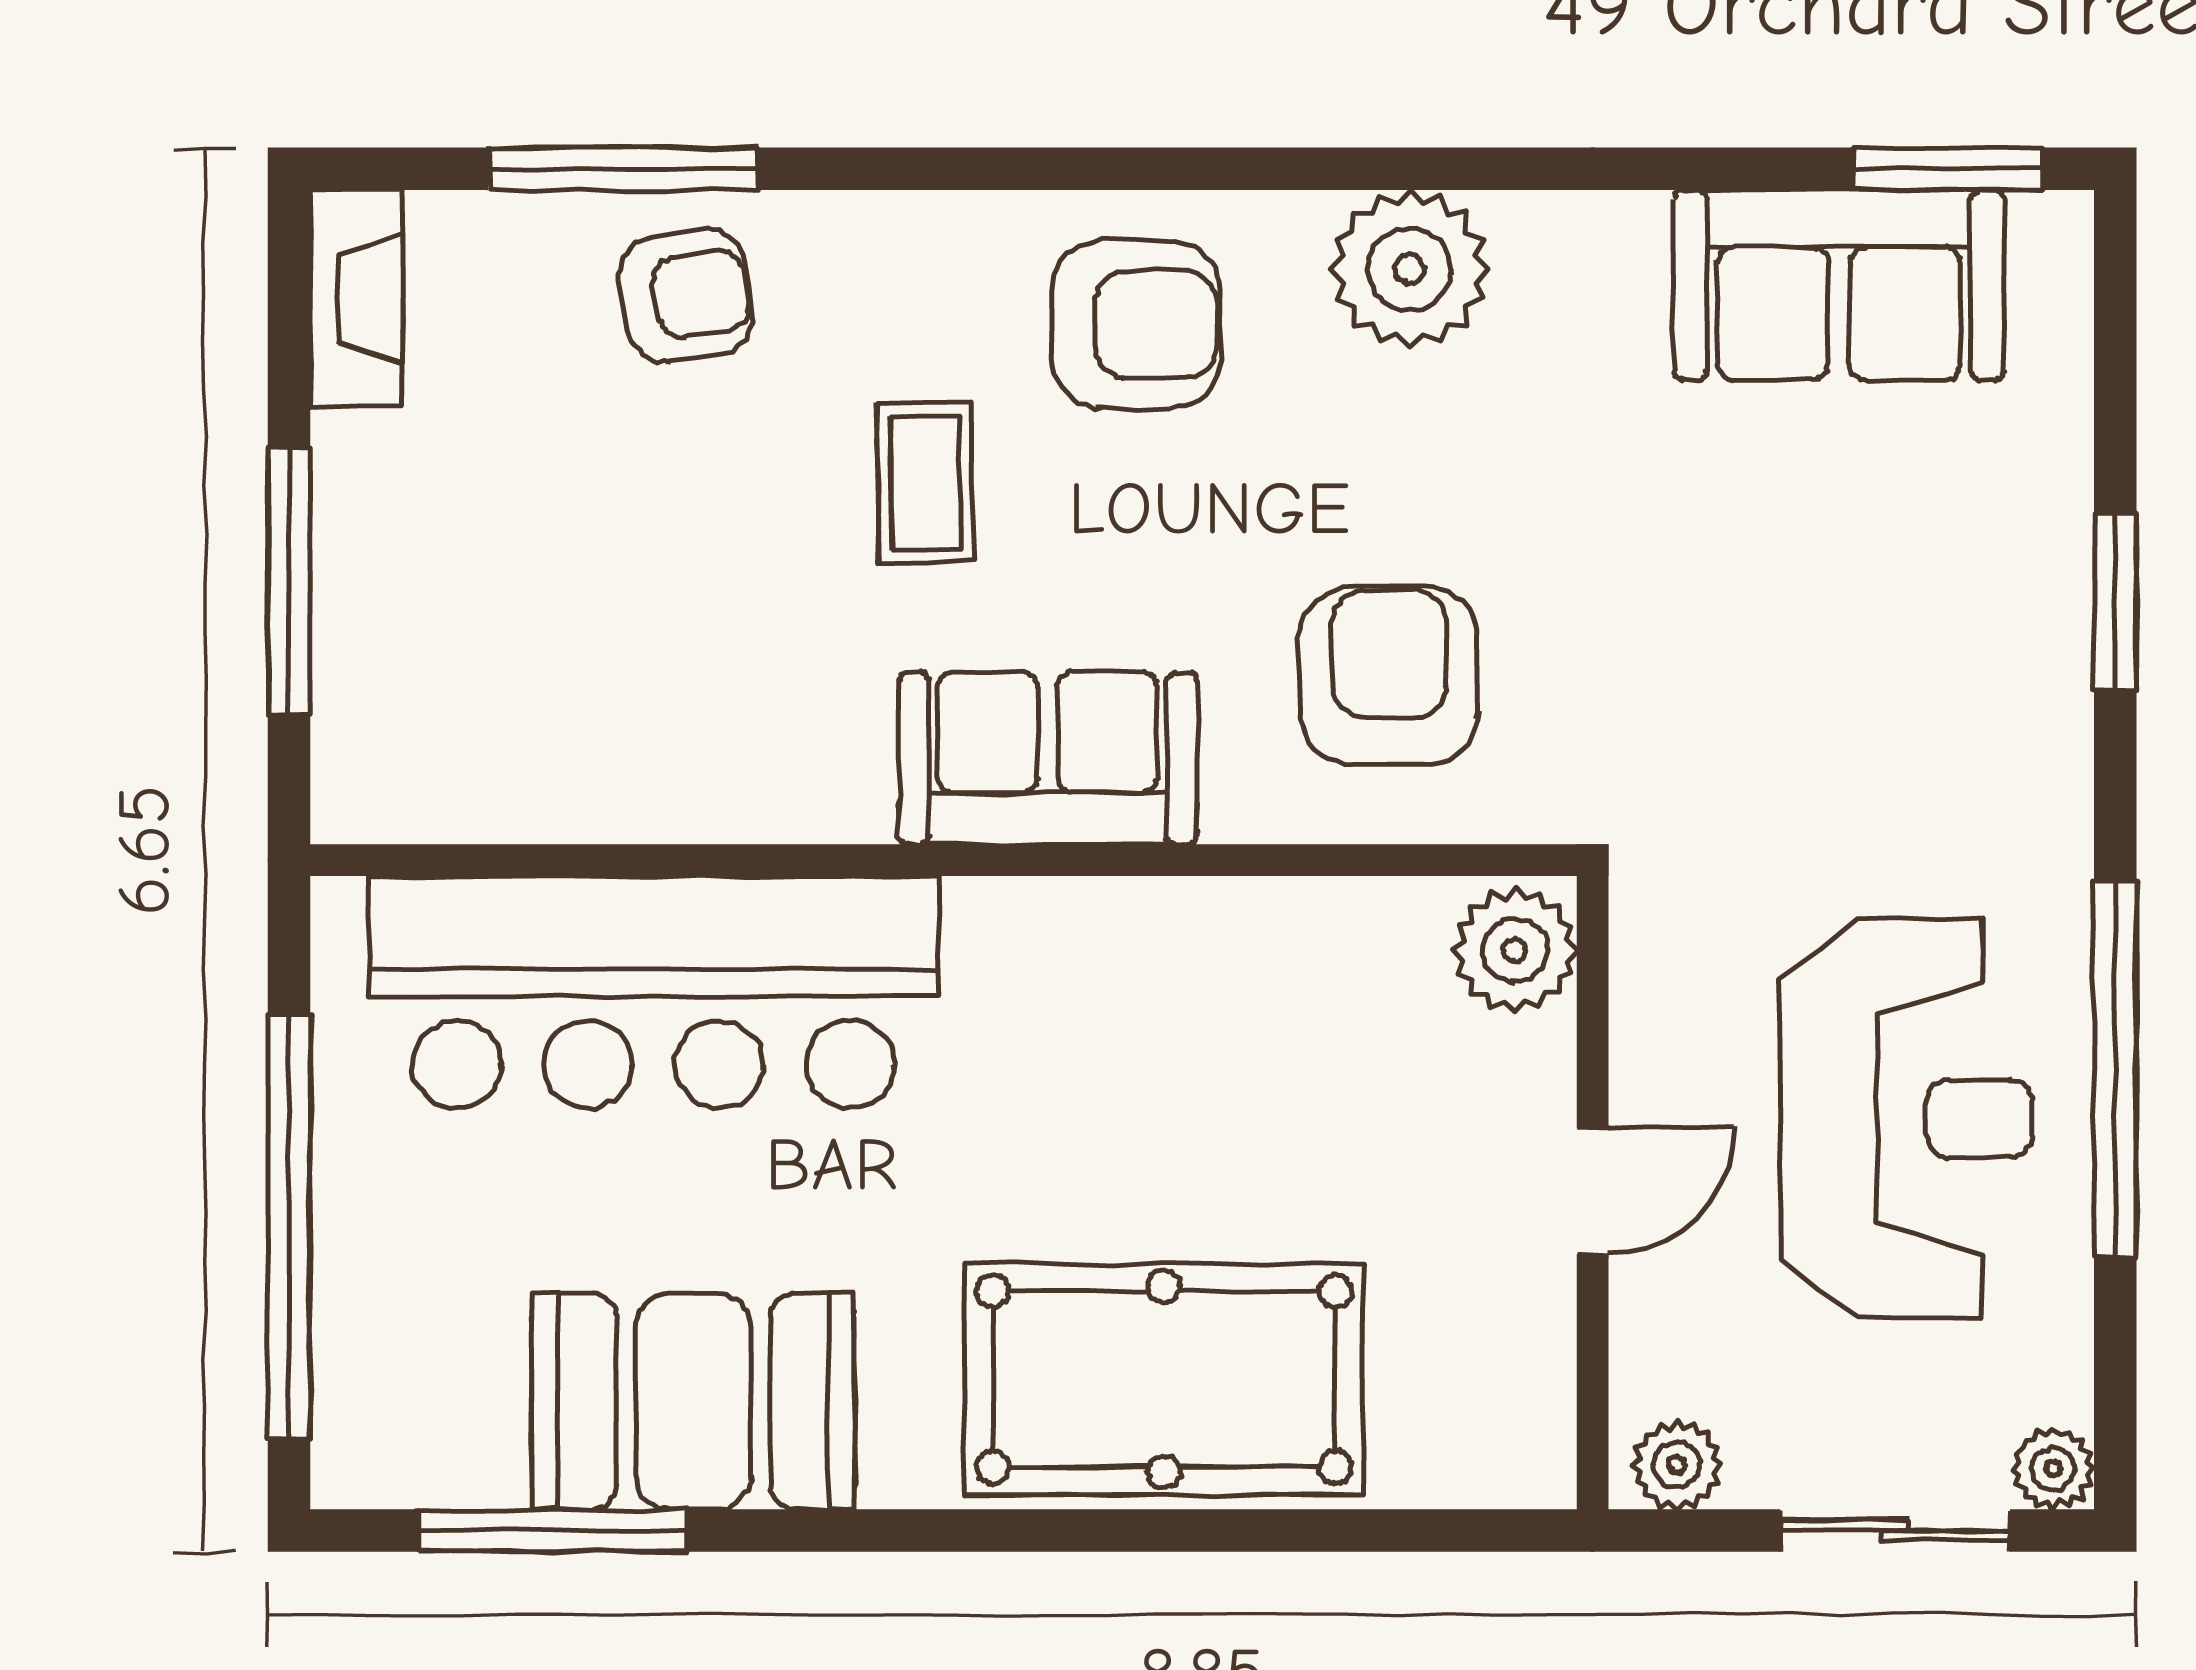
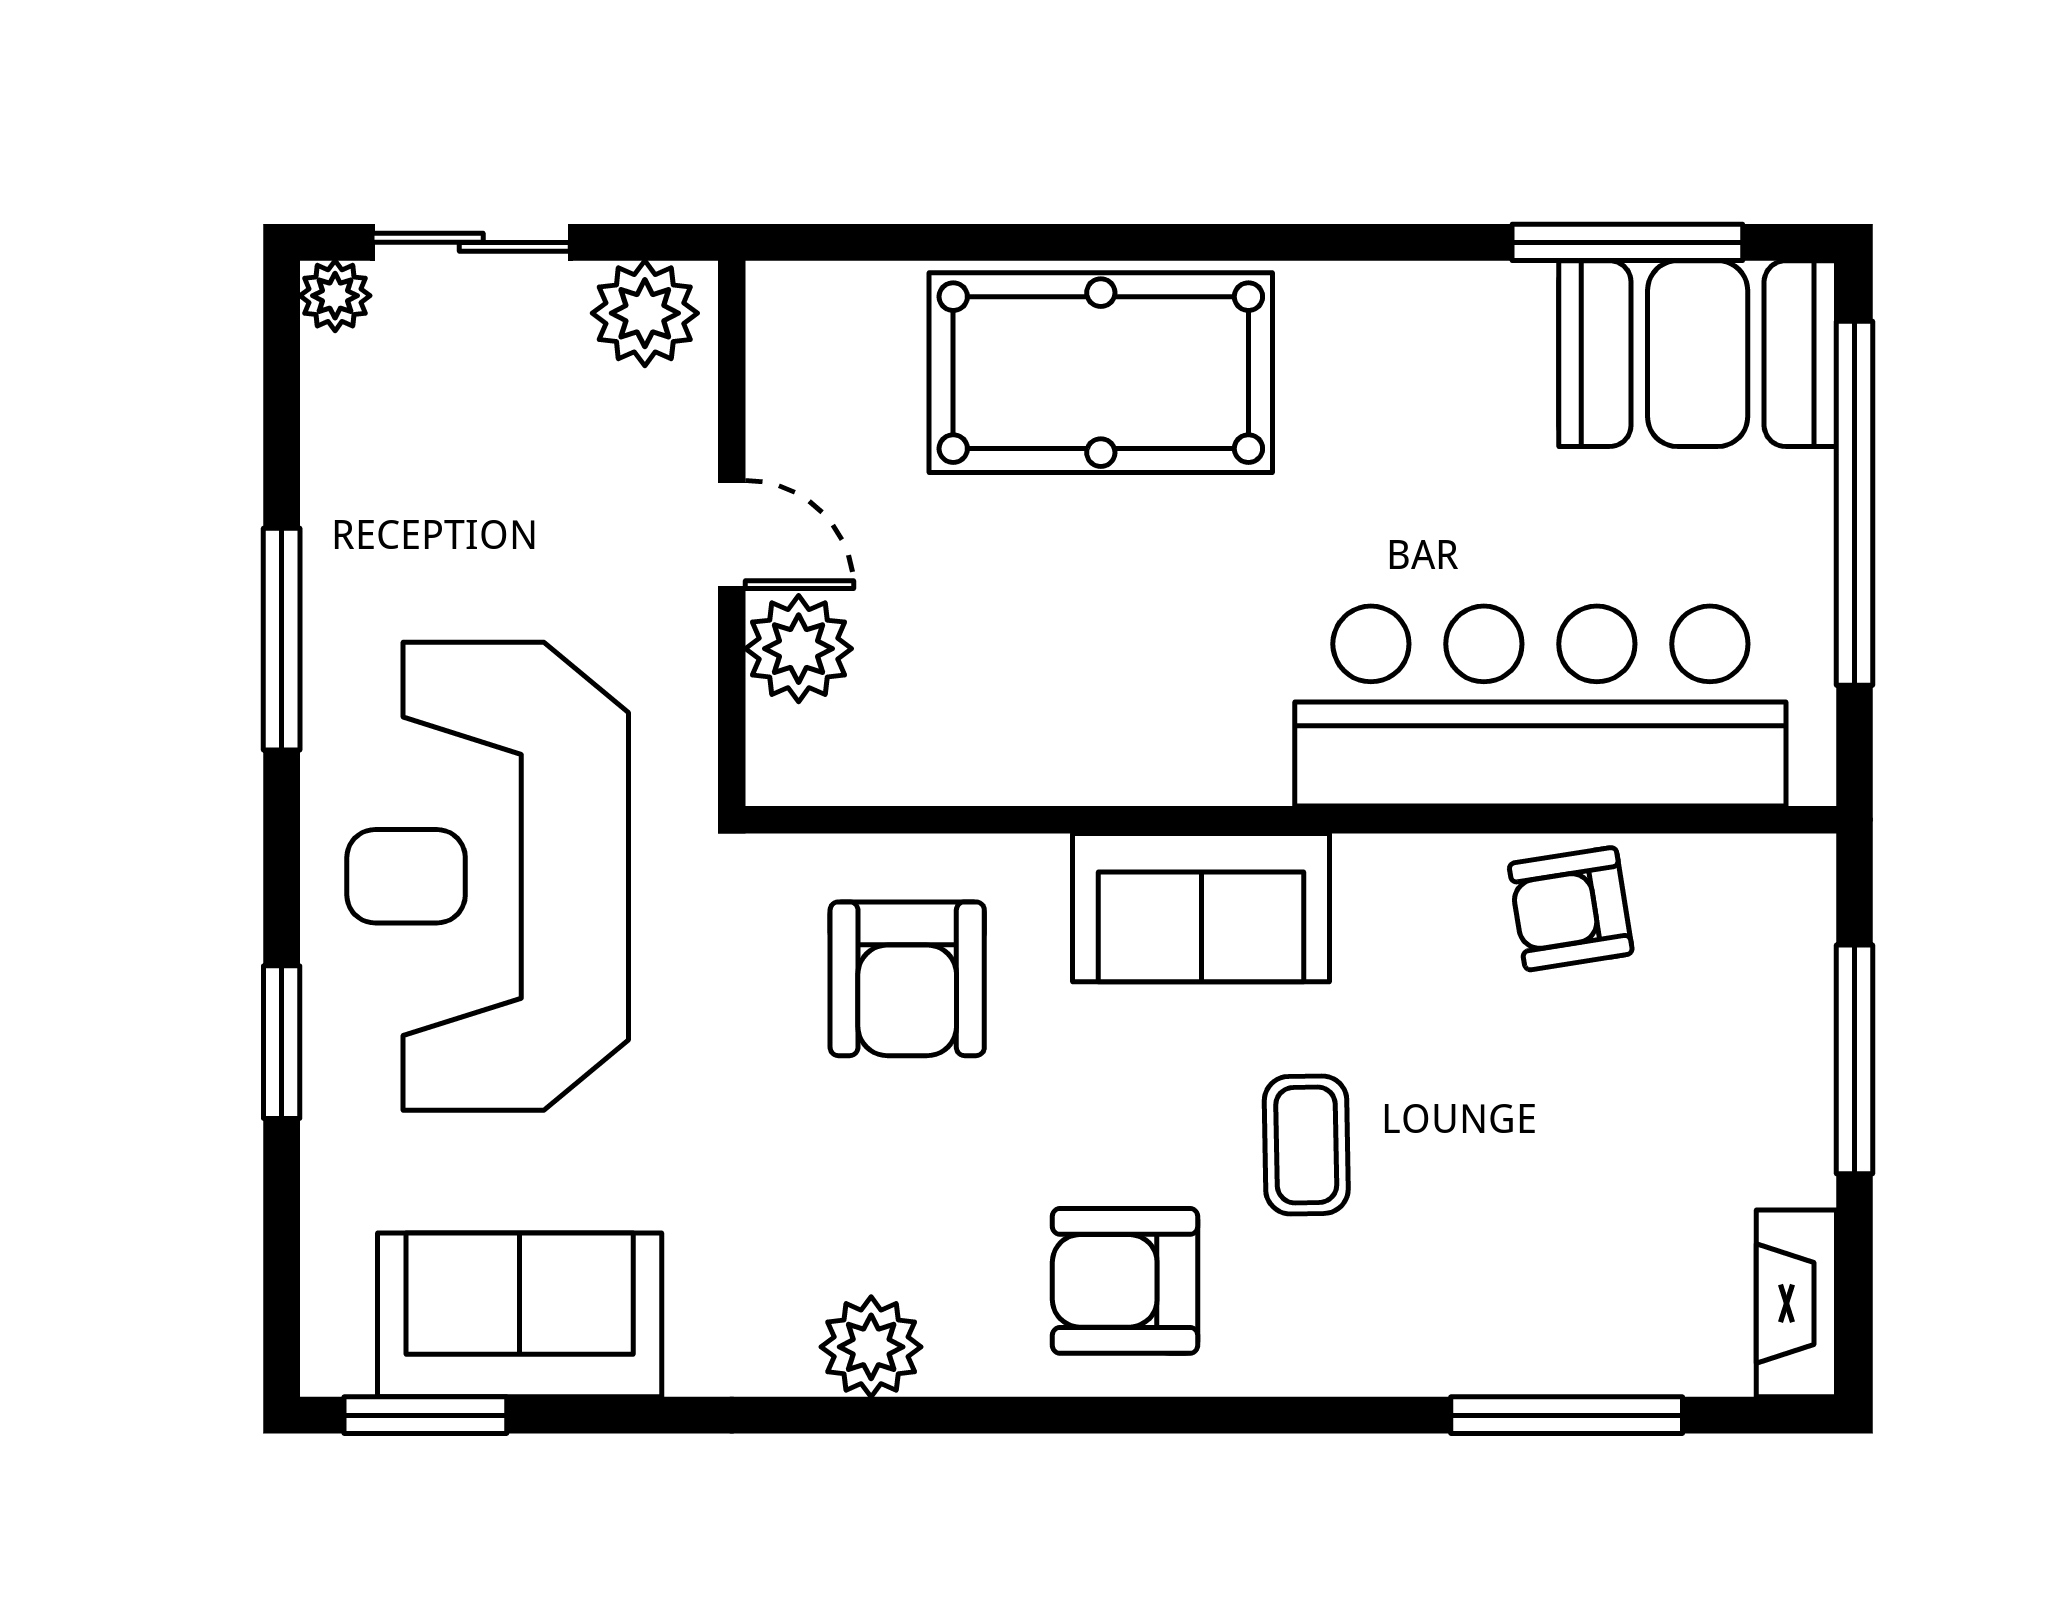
plant: (1410, 269) -> (871, 1347), width x0.73, depth x0.73
armchair: (686, 296) -> (1571, 909), moved
plant: (1515, 950) -> (799, 649), moved
window: (2115, 1070) -> (282, 639), width x0.68
reception desk: (1907, 1119) -> (488, 876), moved, width x1.36, depth x1.30
door: (1593, 1191) -> (732, 535), swing flipped
booth: (693, 1401) -> (1698, 354), moved
plant: (1677, 1465) -> (645, 313), width x1.38, depth x1.38

